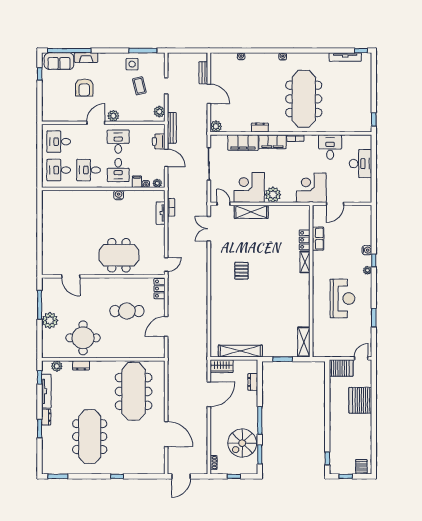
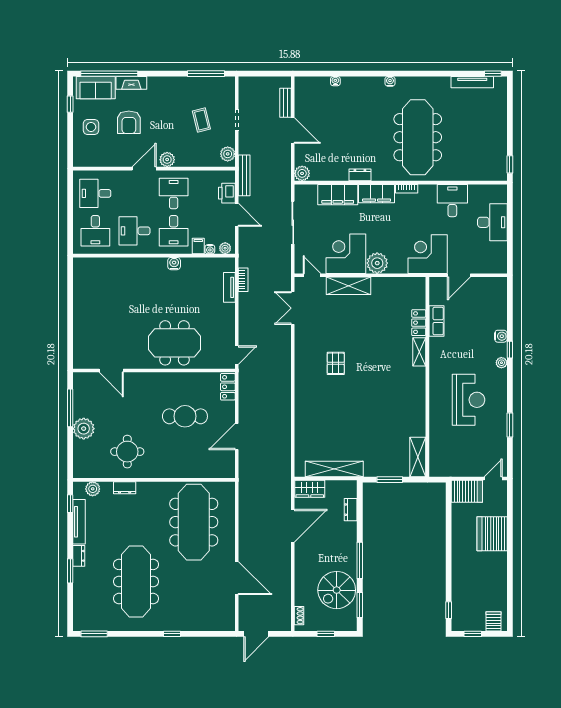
side table: (132, 64) -> (91, 127), moved
desk: (59, 170) -> (95, 231), turned -90
round table: (83, 338) -> (127, 452), width x0.73, depth x0.73

